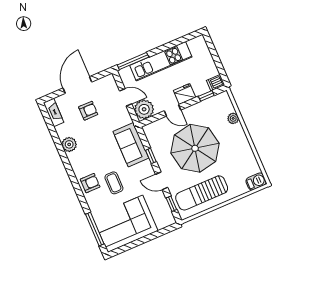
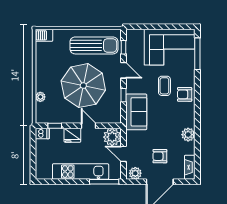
plant: (105, 83) -> (135, 173), added

